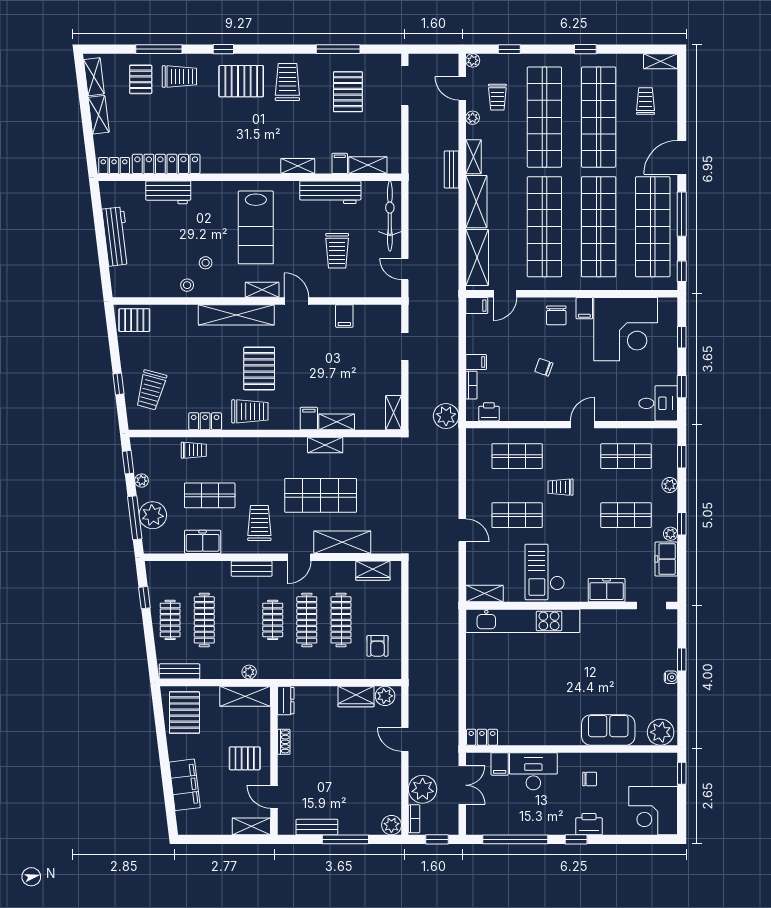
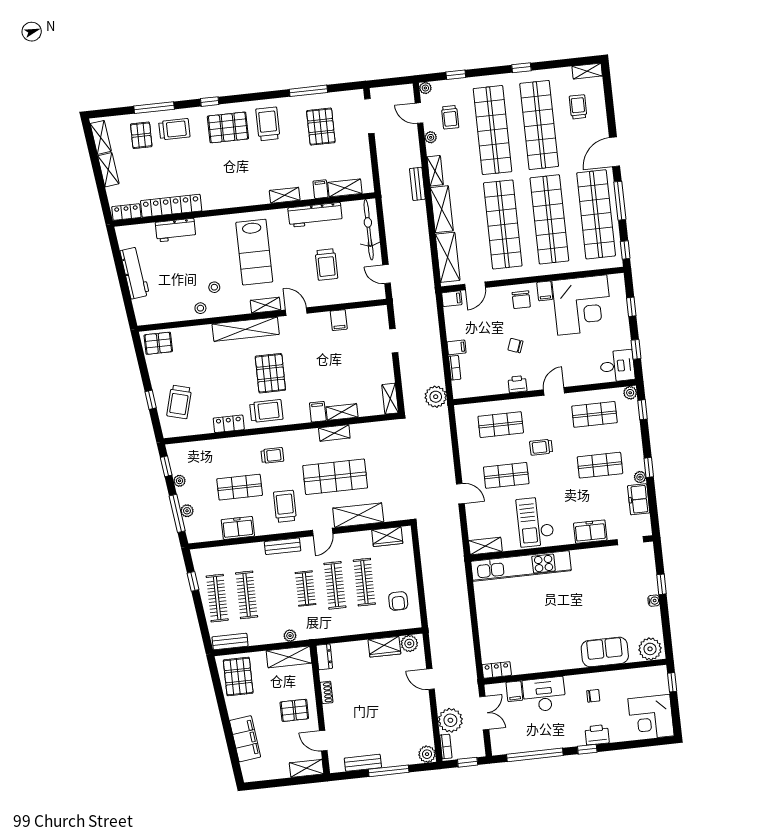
printer: (489, 412) -> (517, 384), moved
trolley: (194, 450) -> (272, 455), moved
plant: (670, 485) -> (630, 393), moved
plant: (153, 515) -> (187, 511), width x0.53, depth x0.53
clothes rail: (170, 620) -> (217, 598), width x1.36

